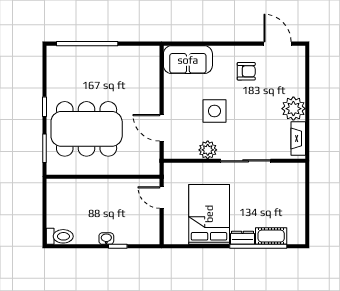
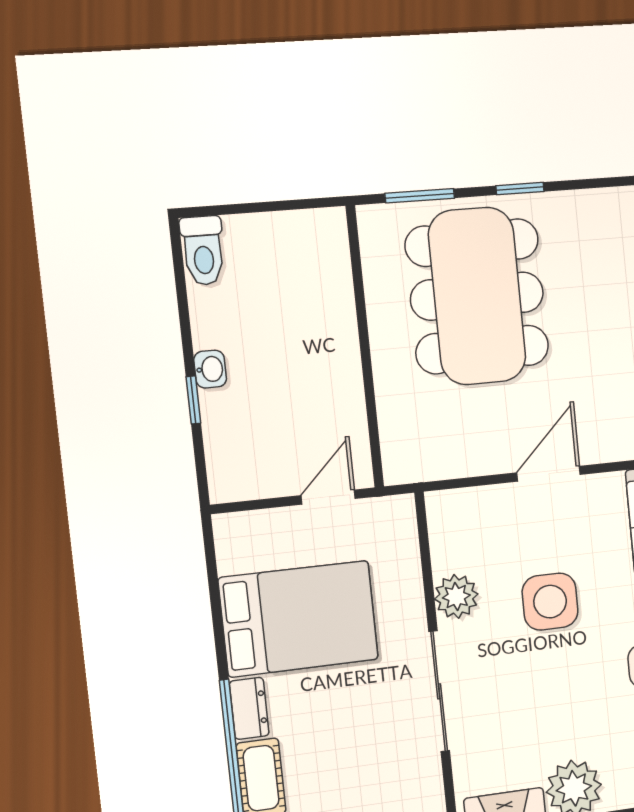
door: (162, 128) -> (549, 474), moved

